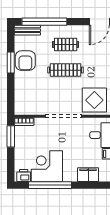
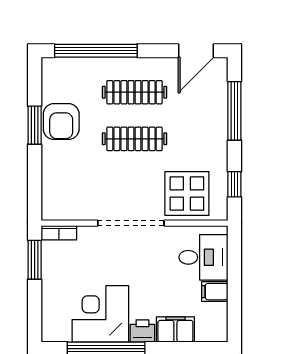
bench: (27, 30) -> (65, 66), removed
clothes rail: (66, 44) -> (134, 92), width x1.36
printer: (24, 175) -> (142, 331), moved

